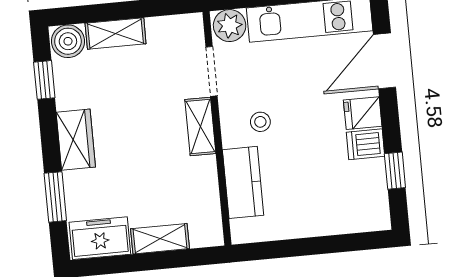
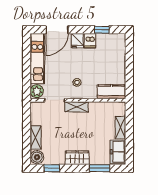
door: (385, 61) -> (57, 30), hinge flipped
kitchen counter: (243, 182) -> (112, 92), moved

